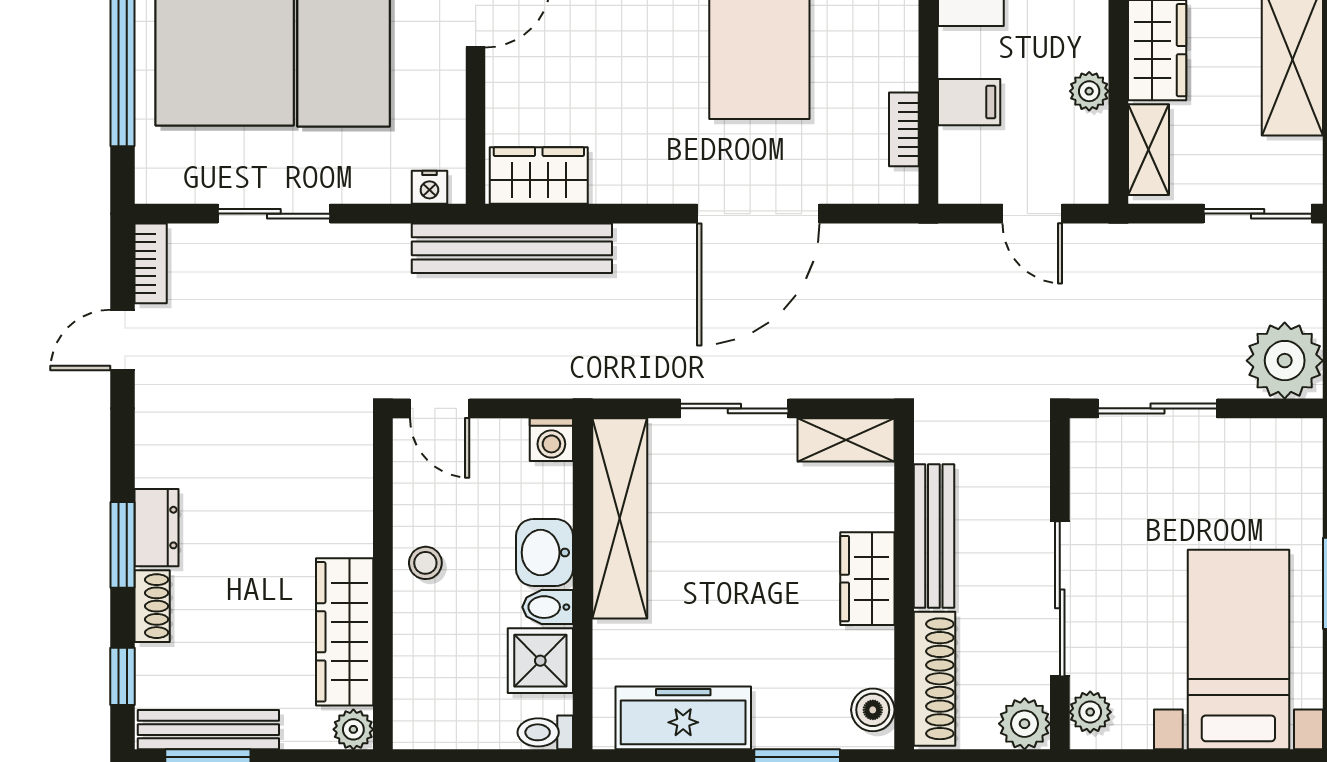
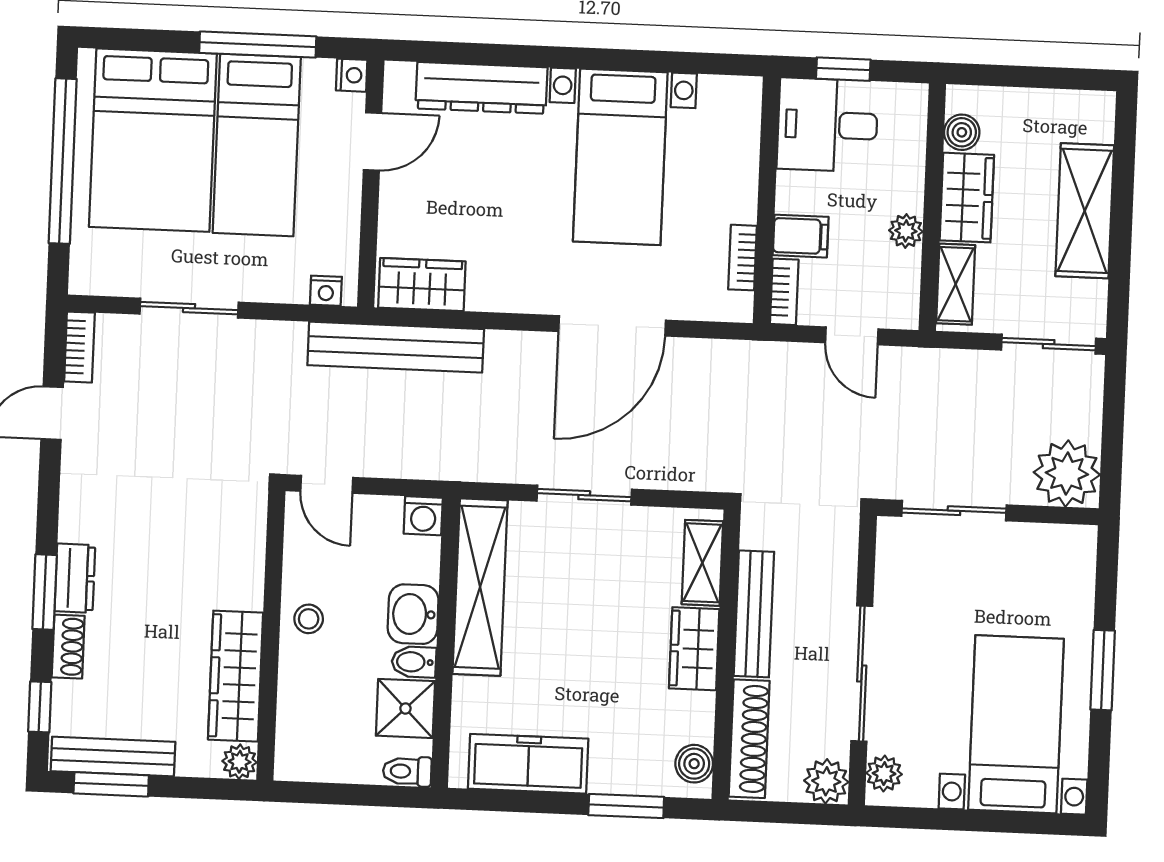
bookcase: (953, 167) -> (784, 292), added
shelving: (846, 440) -> (702, 563), moved, turned 90

